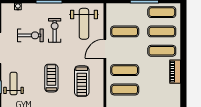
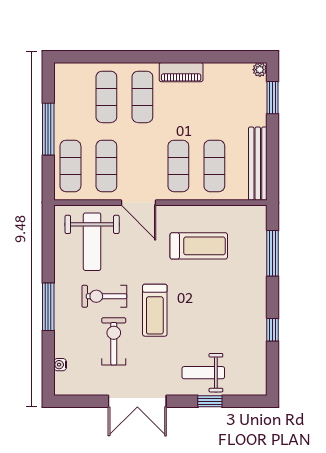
exercise mat: (162, 12) -> (70, 166), moved
weight bench: (84, 24) -> (92, 242), turned 90
treadmill: (51, 78) -> (155, 310), moved, turned -90

